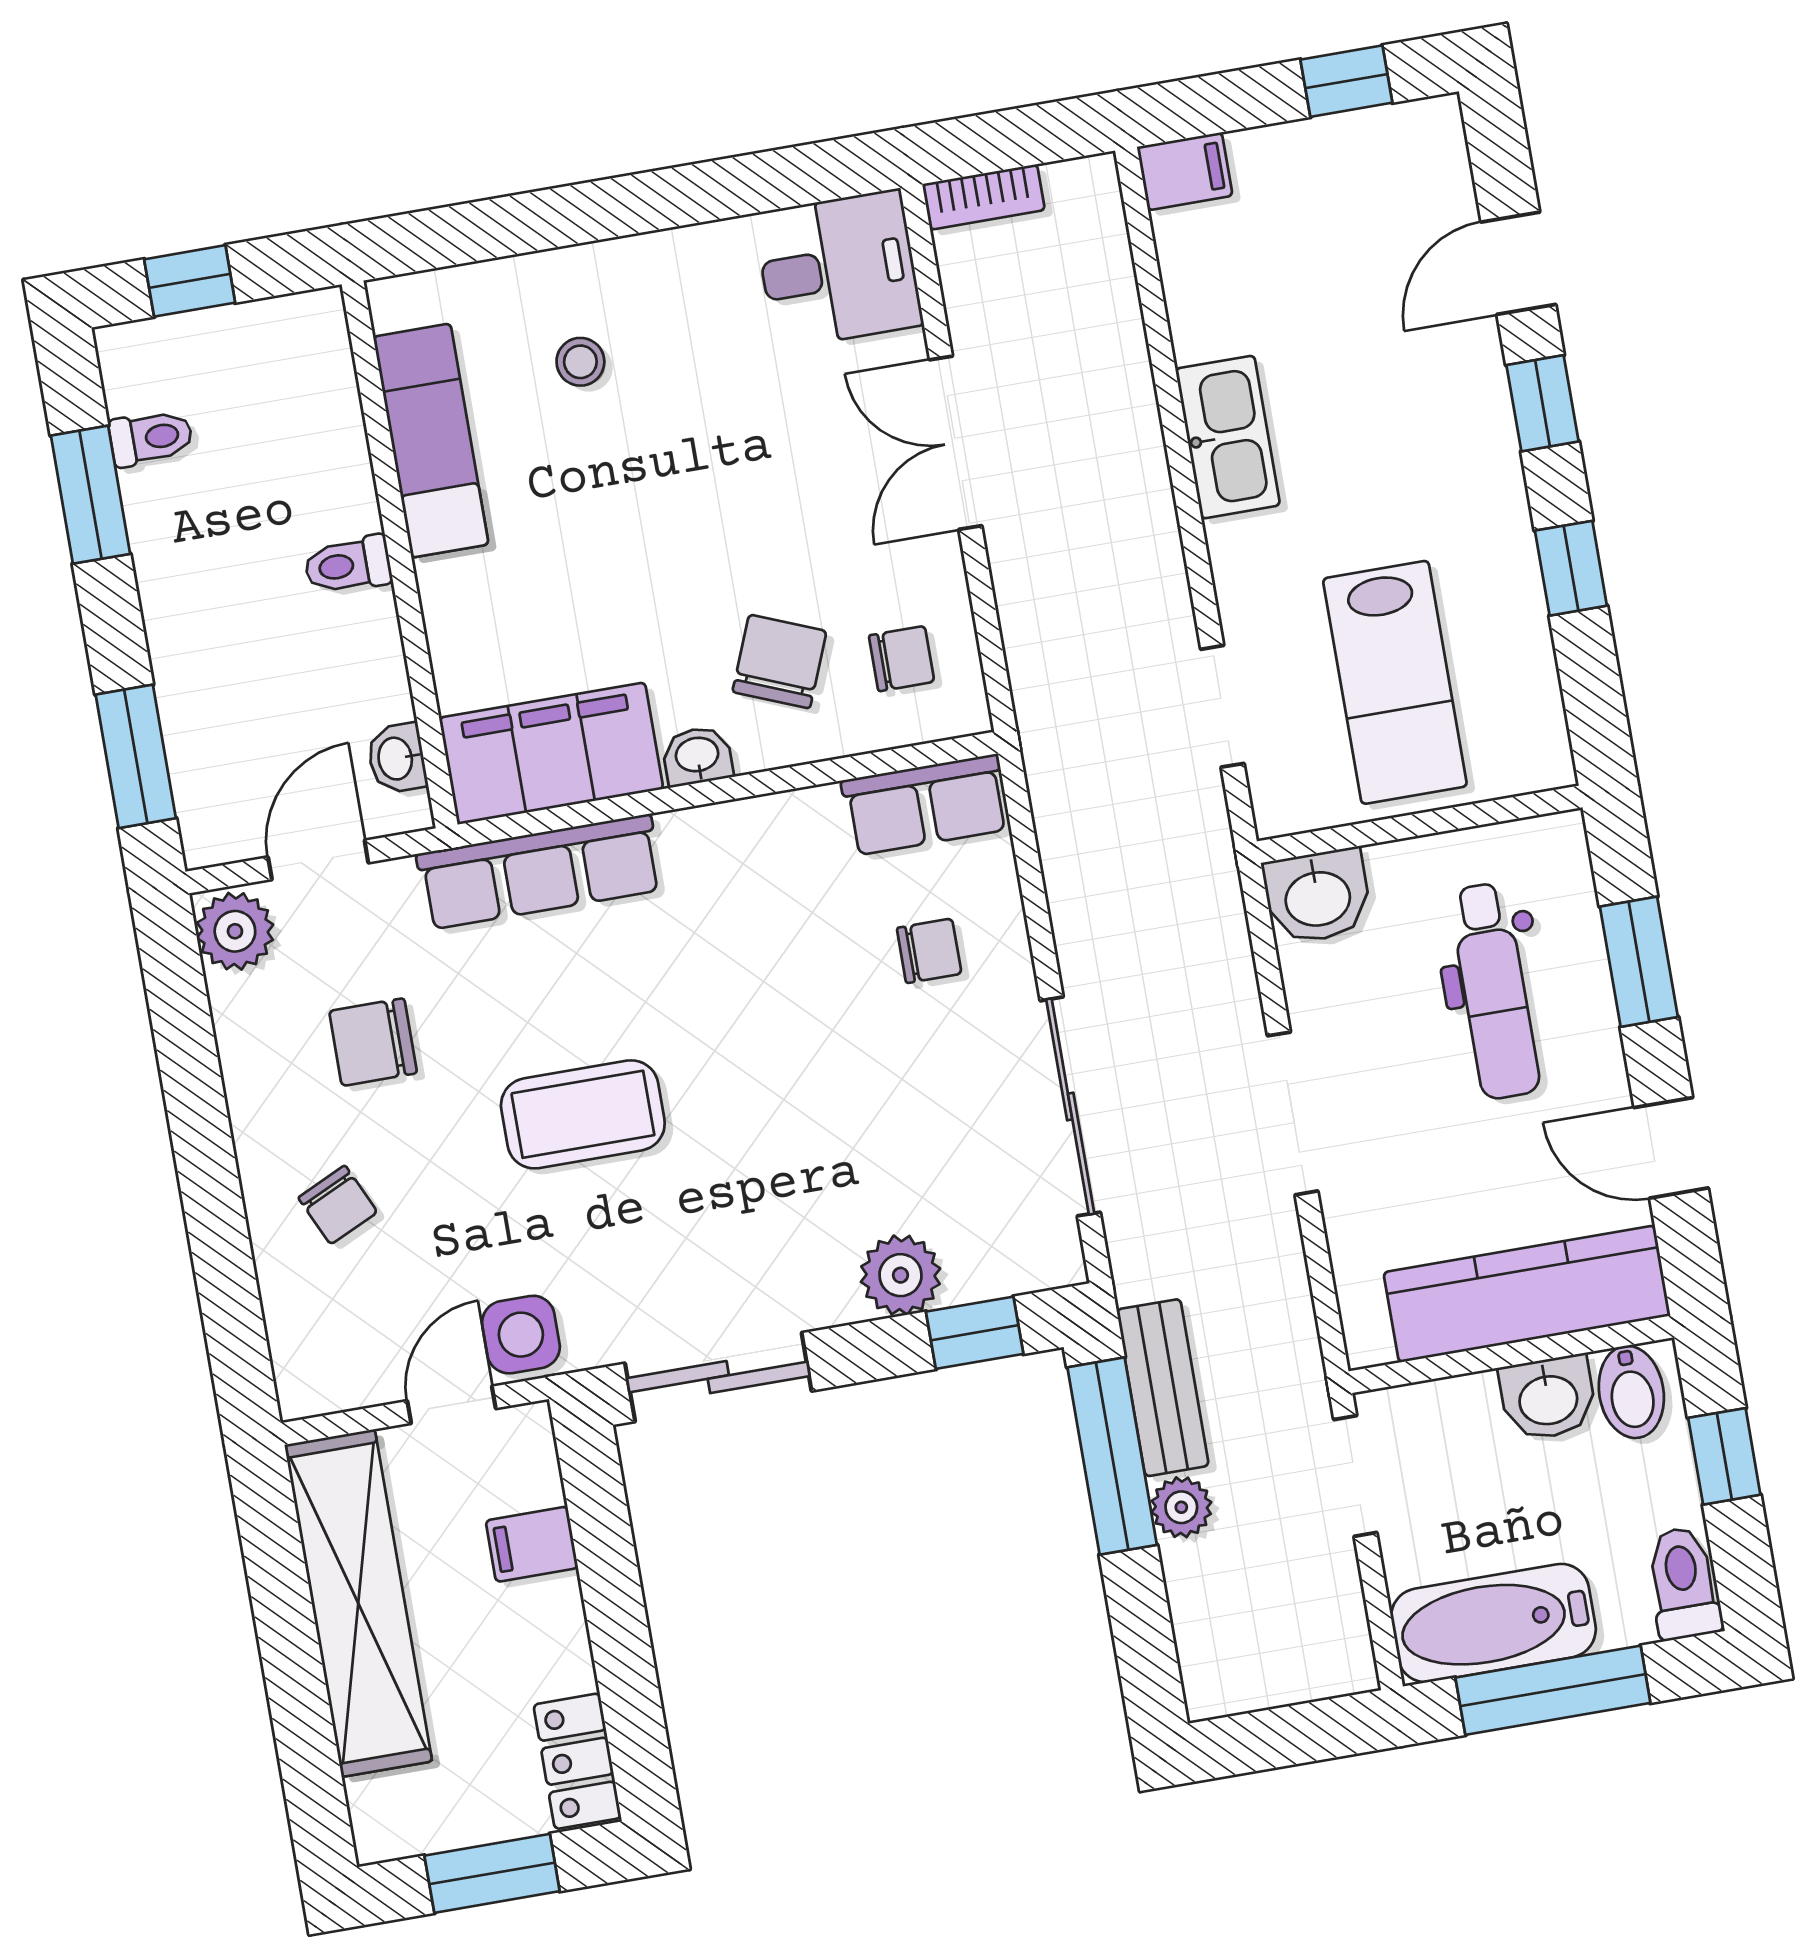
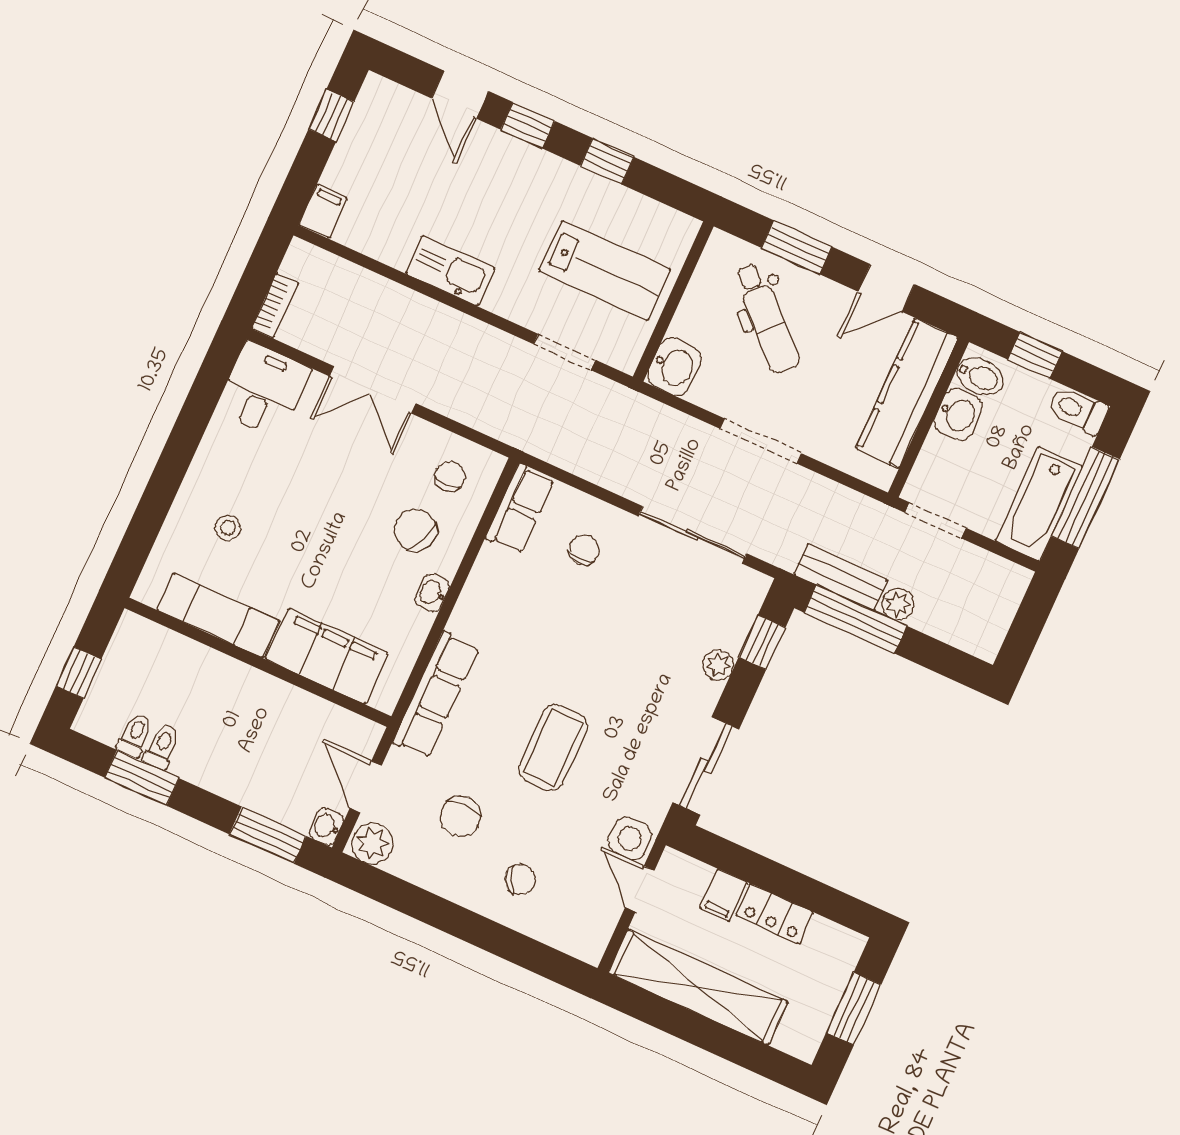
toilet: (348, 565) -> (162, 747), moved, turned 180
filing cabinet: (551, 753) -> (327, 656), moved, turned 90
washbasin: (397, 758) -> (326, 826), moved, turned 90
dental chair: (1494, 991) -> (767, 318), turned 43
plant: (901, 1275) -> (718, 665), width x0.73, depth x0.73
locker: (577, 1761) -> (775, 914), moved

